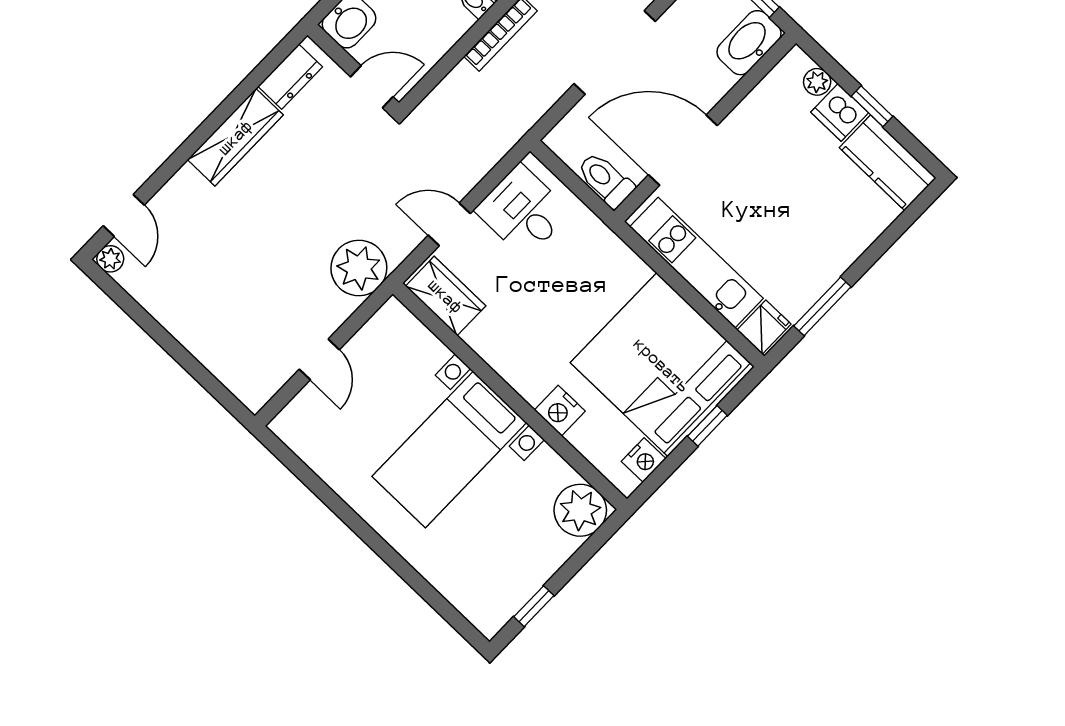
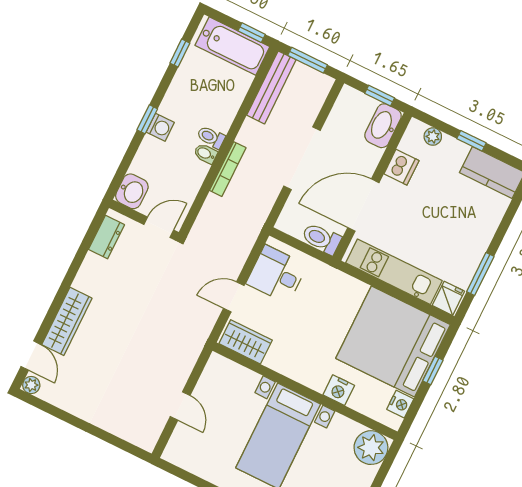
dishwasher: (840, 112) -> (401, 167), moved, turned -90
wardrobe: (235, 137) -> (67, 321), moved
plant: (359, 268) -> (187, 342), removed

